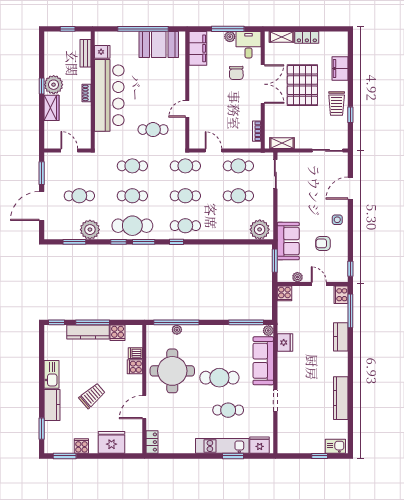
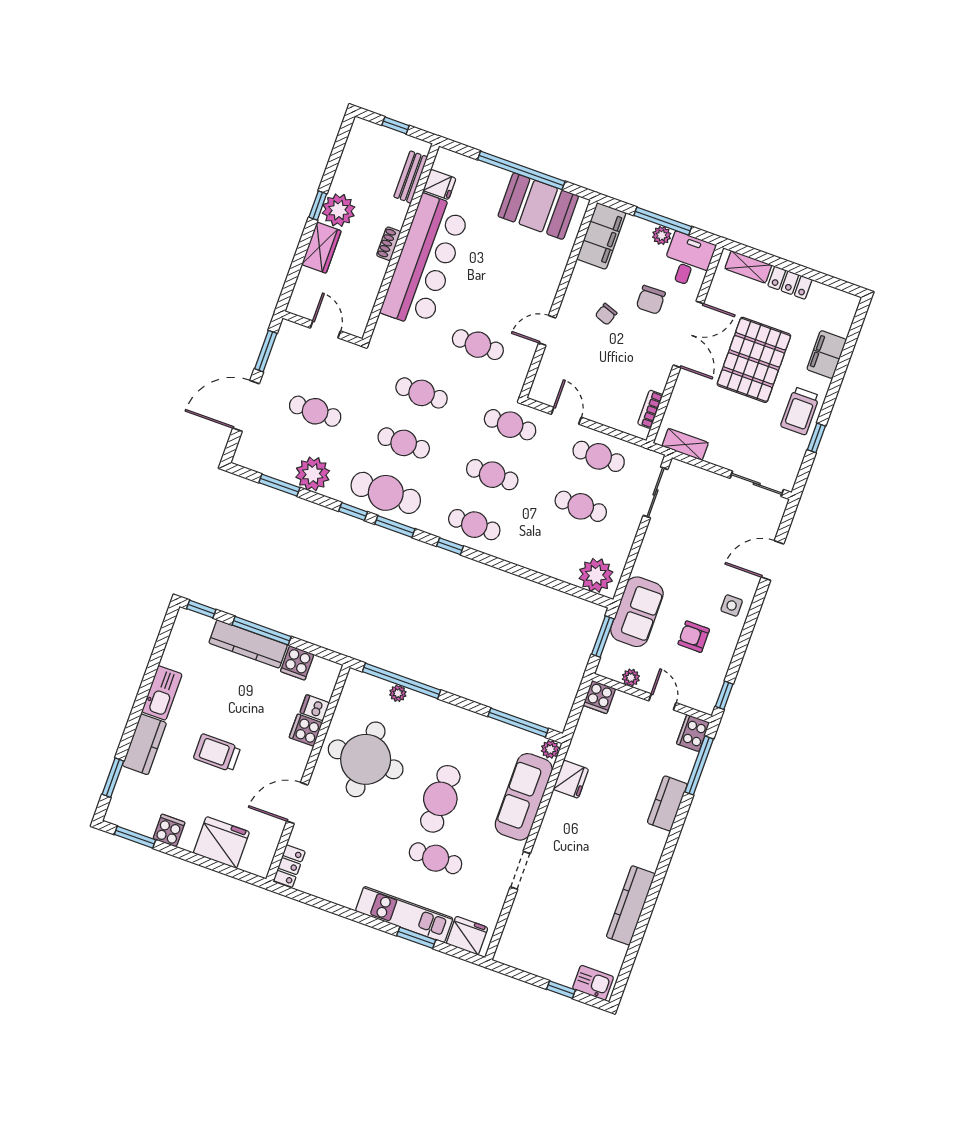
chair: (215, 89) -> (606, 314), added
cafe table: (219, 378) -> (440, 799), turned 90
trolley: (92, 396) -> (217, 753), turned -139

